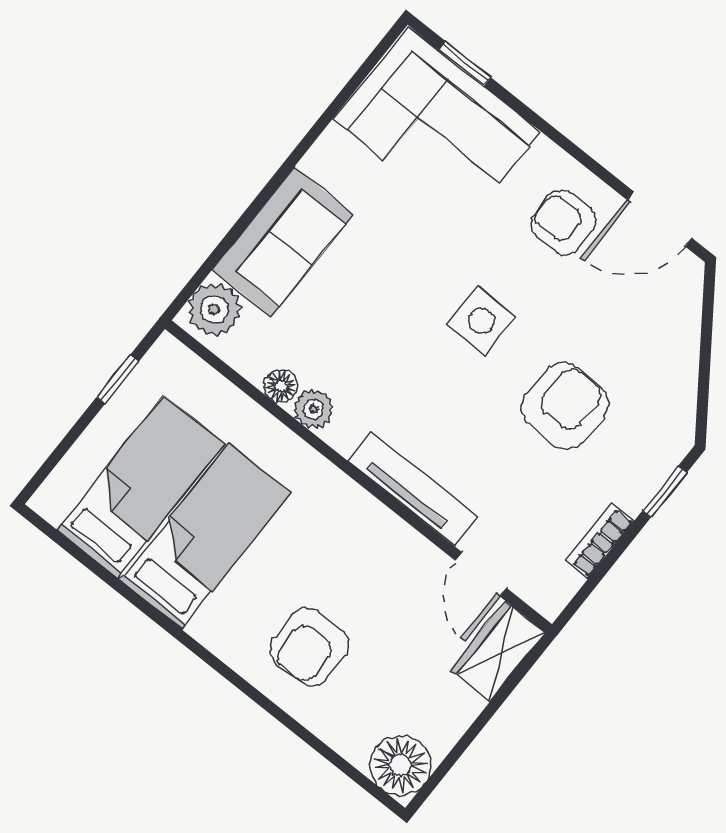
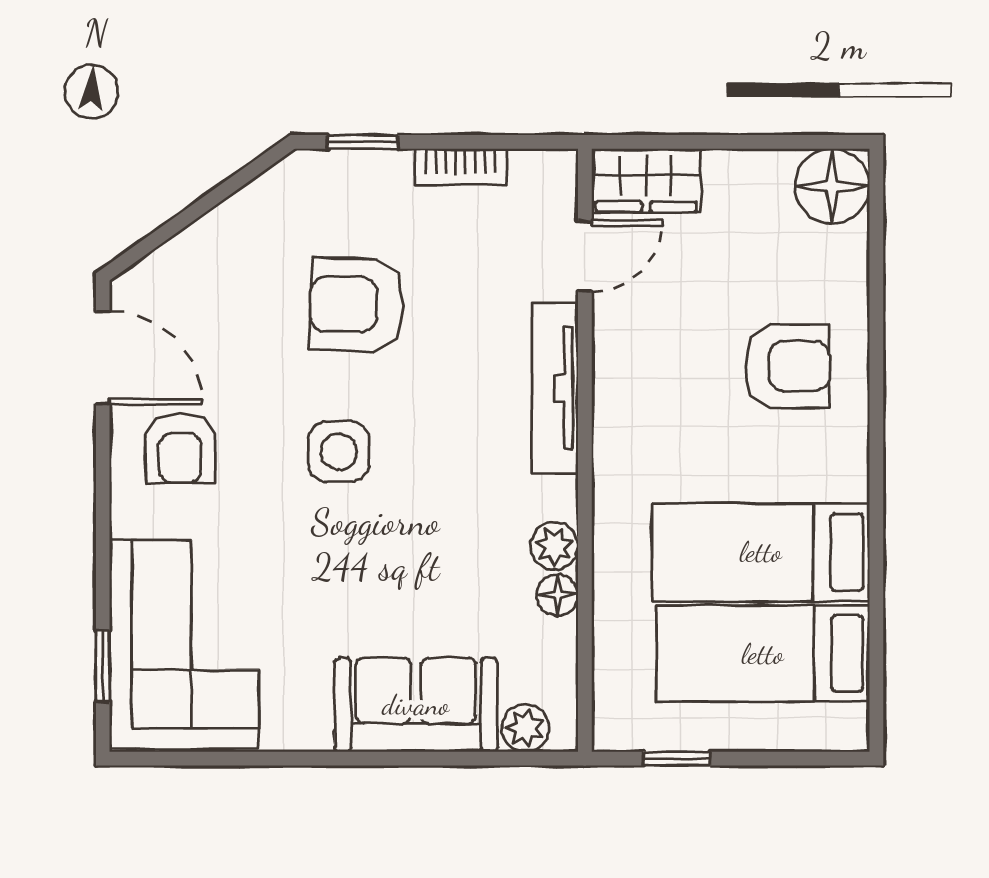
plant: (214, 309) -> (526, 728), width x0.73, depth x0.73

